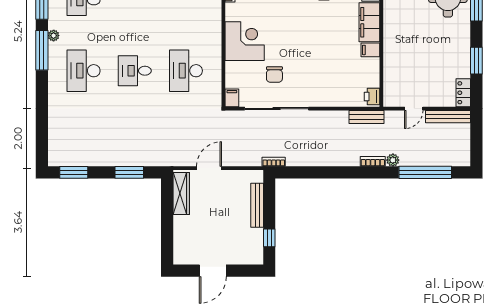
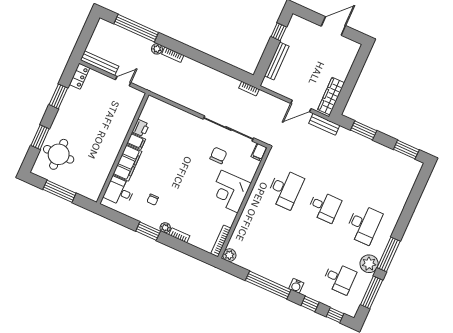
plant: (54, 36) -> (369, 264), width x1.87, depth x1.87
printer: (372, 96) -> (141, 128), moved
bench: (366, 117) -> (324, 124), moved

